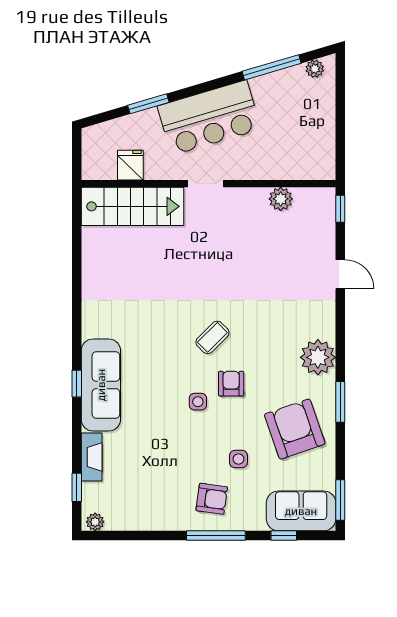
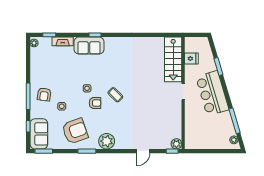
plant: (281, 199) -> (176, 144), moved
sofa: (101, 385) -> (89, 46), width x0.73

